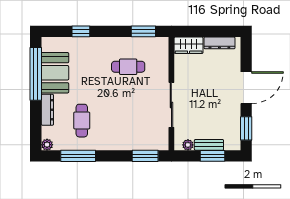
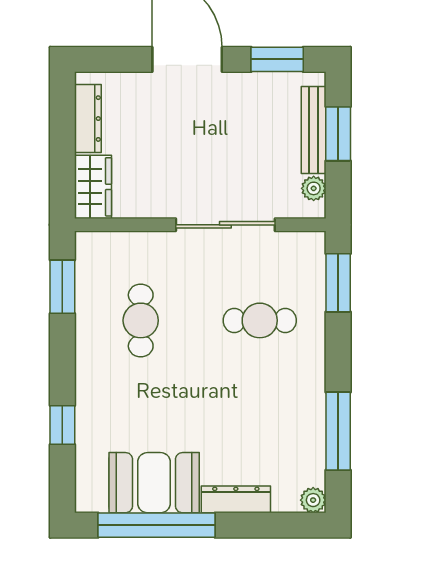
cafe table: (82, 121) -> (260, 320), moved
bench: (209, 145) -> (314, 130), width x1.36

